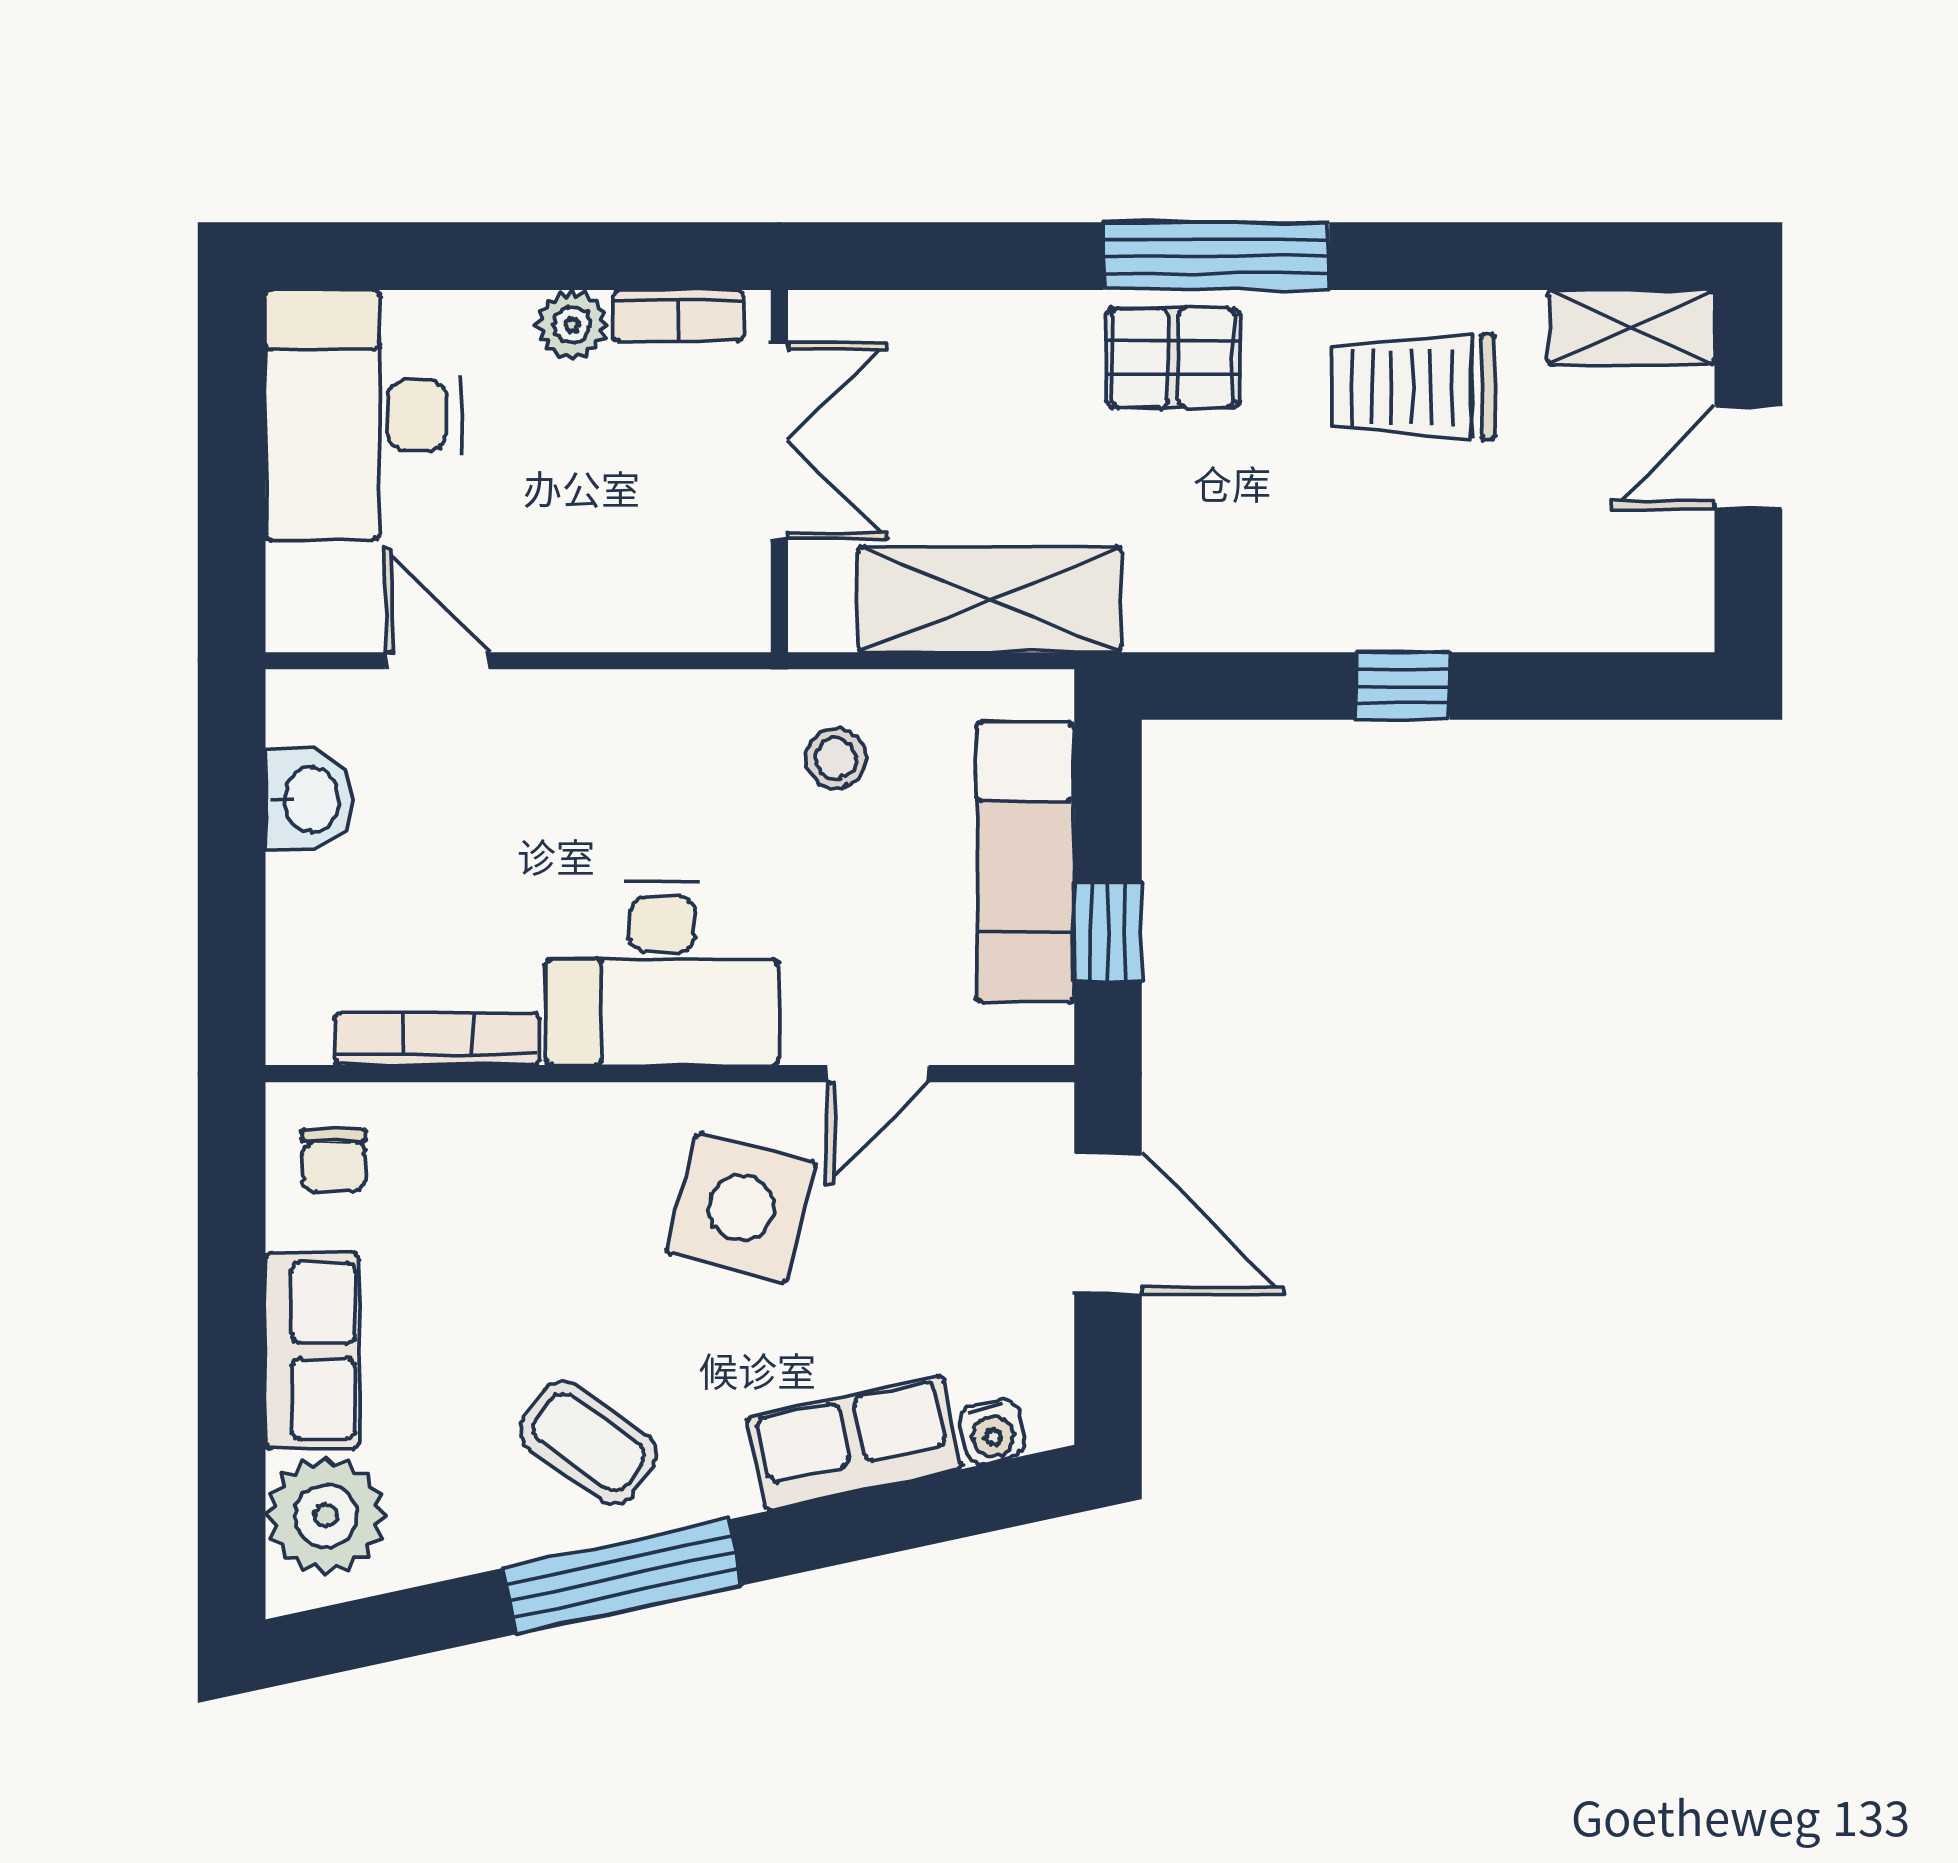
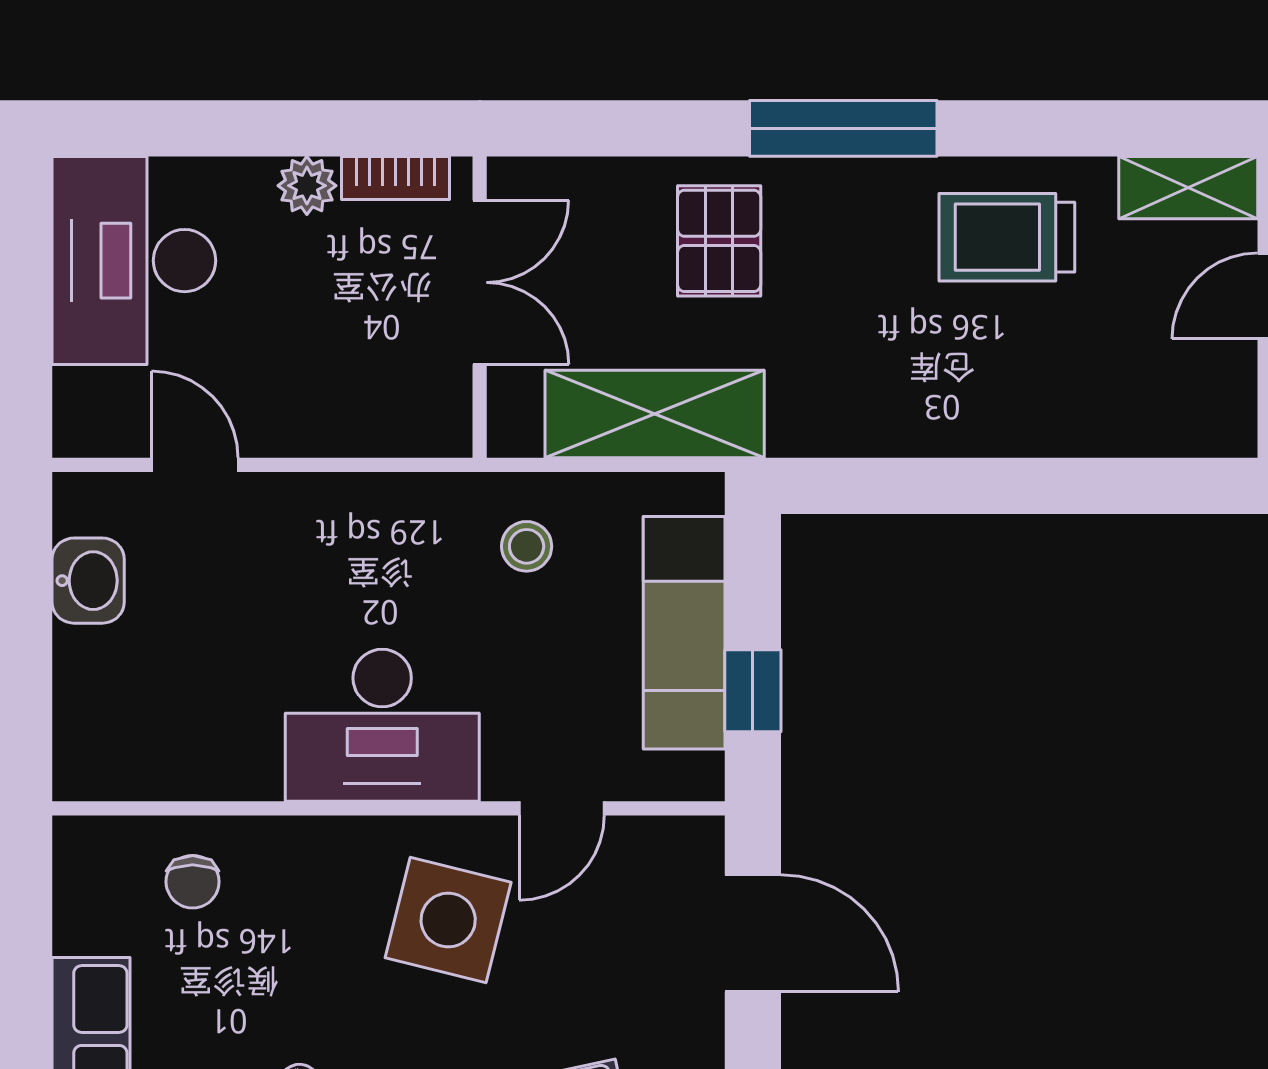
pallet: (1173, 358) -> (719, 241), moved, turned 90
window: (1403, 686) -> (998, 486), removed
bookcase: (437, 1039) -> (195, 780), removed
chair: (334, 1161) -> (193, 882), moved

